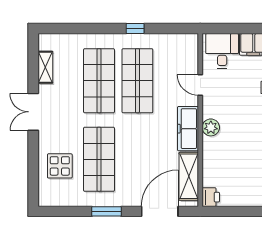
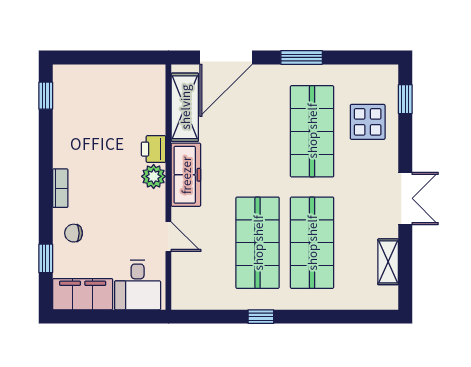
window: (33, 182) -> (405, 99), added
printer: (211, 197) -> (154, 149), moved

